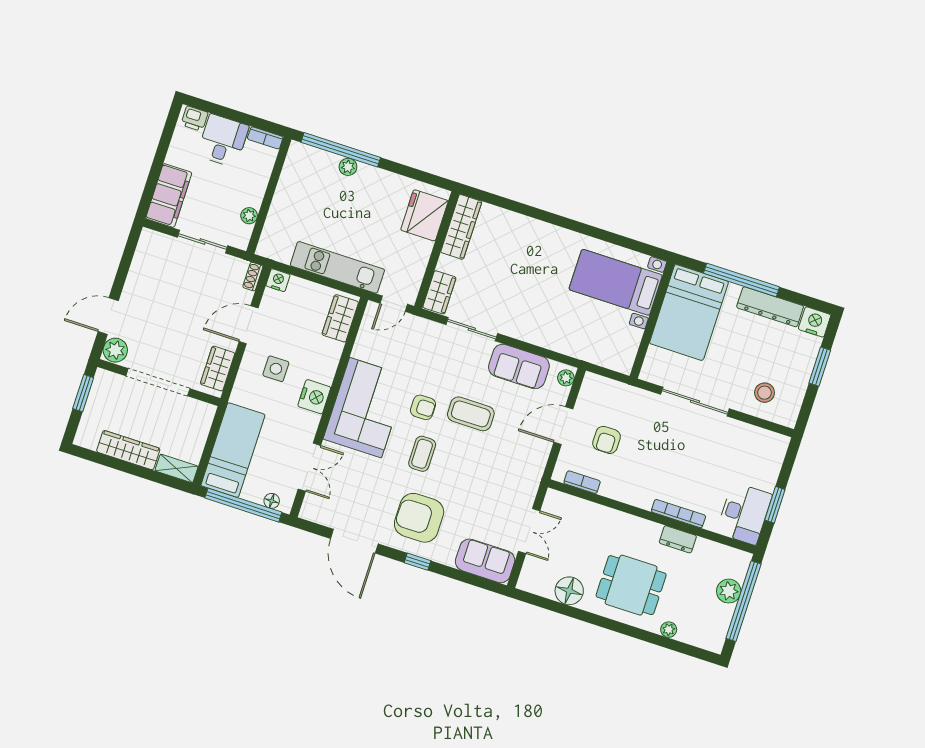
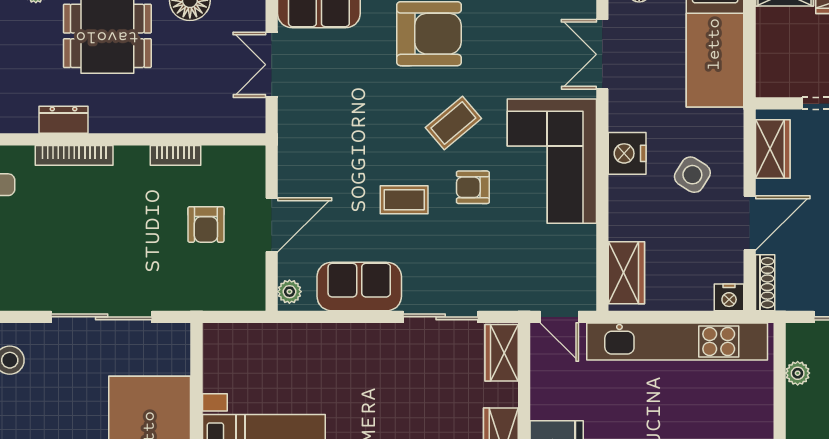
kitchen unit: (337, 267) -> (677, 341), width x1.36
shoe rack: (253, 277) -> (765, 283), width x1.43
door: (394, 304) -> (559, 317), swing flipped
side table: (276, 369) -> (692, 175), turned 32
coffee table: (471, 414) -> (404, 200), width x0.73, depth x0.77
armchair: (607, 440) -> (206, 225), turned 180
coffee table: (422, 454) -> (453, 123), turned 50
bookcase: (582, 482) -> (176, 155), moved

